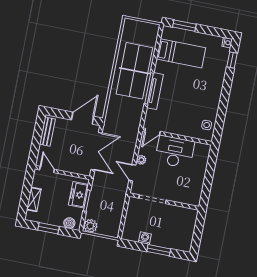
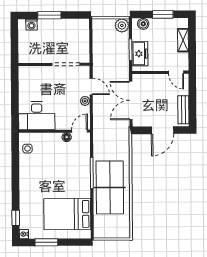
window: (184, 26) -> (46, 242), moved
bed: (181, 53) -> (67, 214), width x1.50
tv unit: (155, 91) -> (85, 172), removed
door: (83, 118) -> (162, 130), moved
floor lamp: (166, 128) -> (67, 137), added
desk: (175, 152) -> (37, 116), moved
washing machine: (145, 238) -> (31, 25), moved

